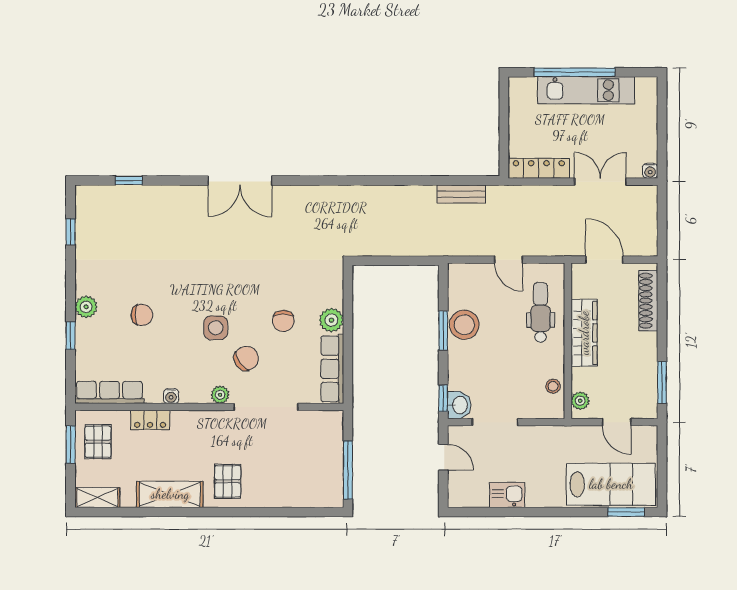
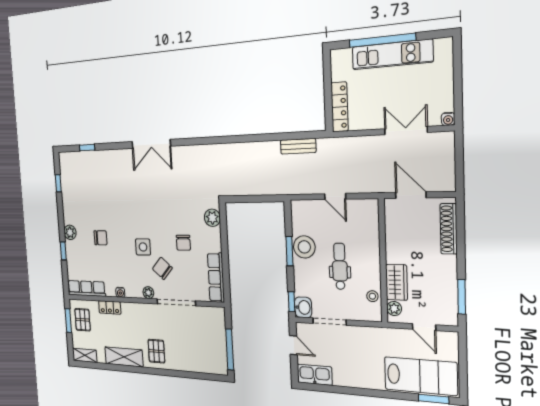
locker: (539, 168) -> (339, 107), moved, turned 90
dental chair: (541, 312) -> (340, 266), moved
plant: (331, 320) -> (212, 218), moved
wardrobe: (584, 333) -> (396, 282), moved, width x0.67
chair: (246, 358) -> (162, 268), turned -104
kitchen sink: (507, 495) -> (315, 375), moved, width x1.38

